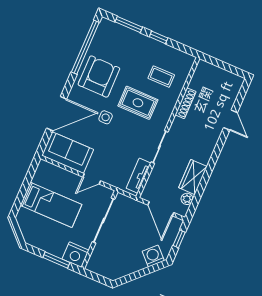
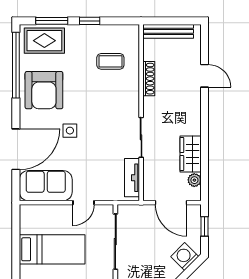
bench: (217, 73) -> (168, 31), added
armchair: (99, 76) -> (44, 90), turned 180
rug: (138, 103) -> (44, 41), moved

